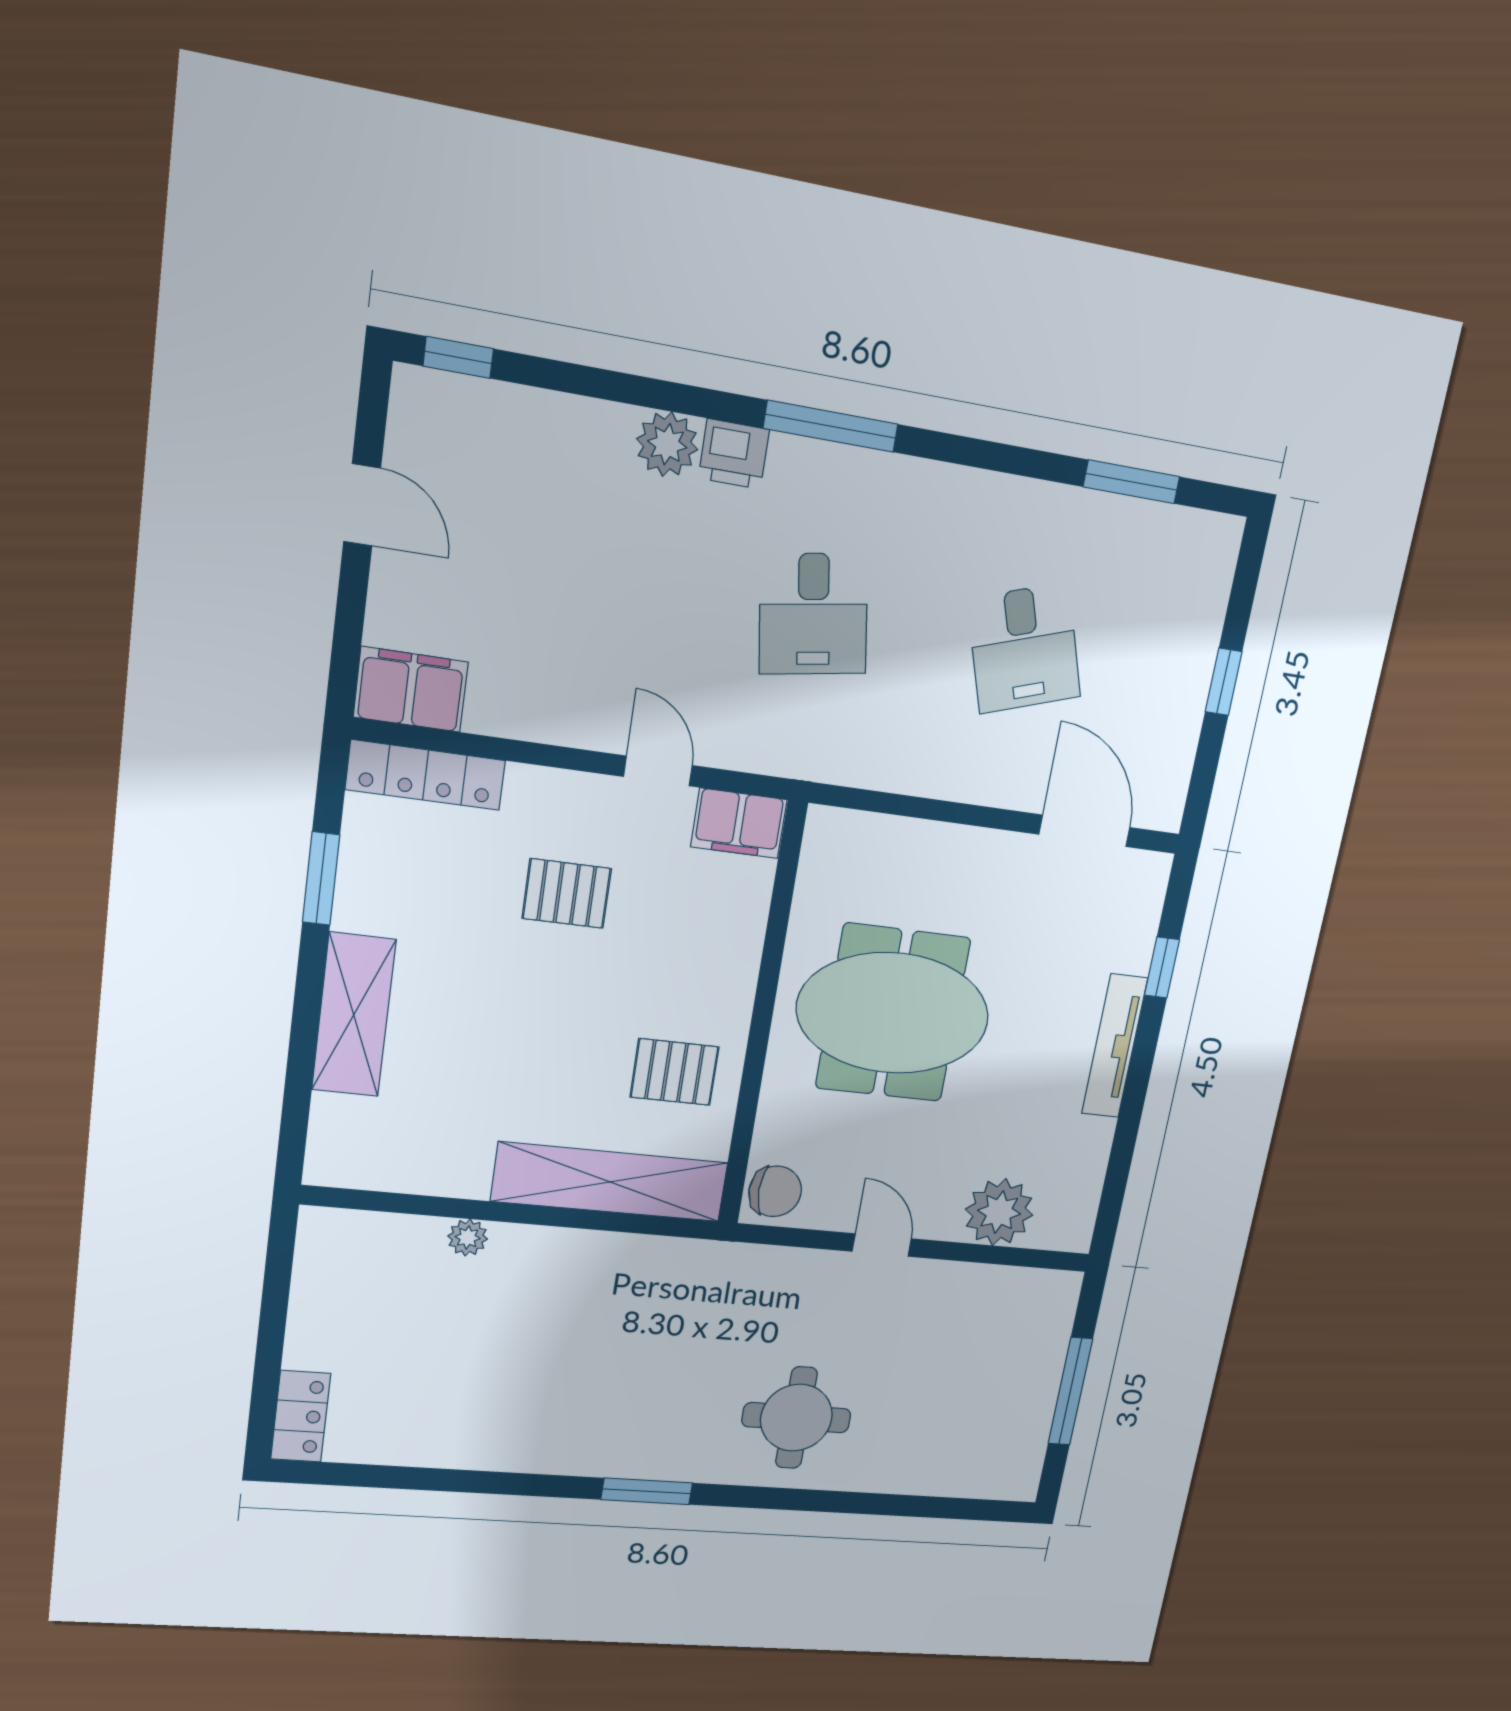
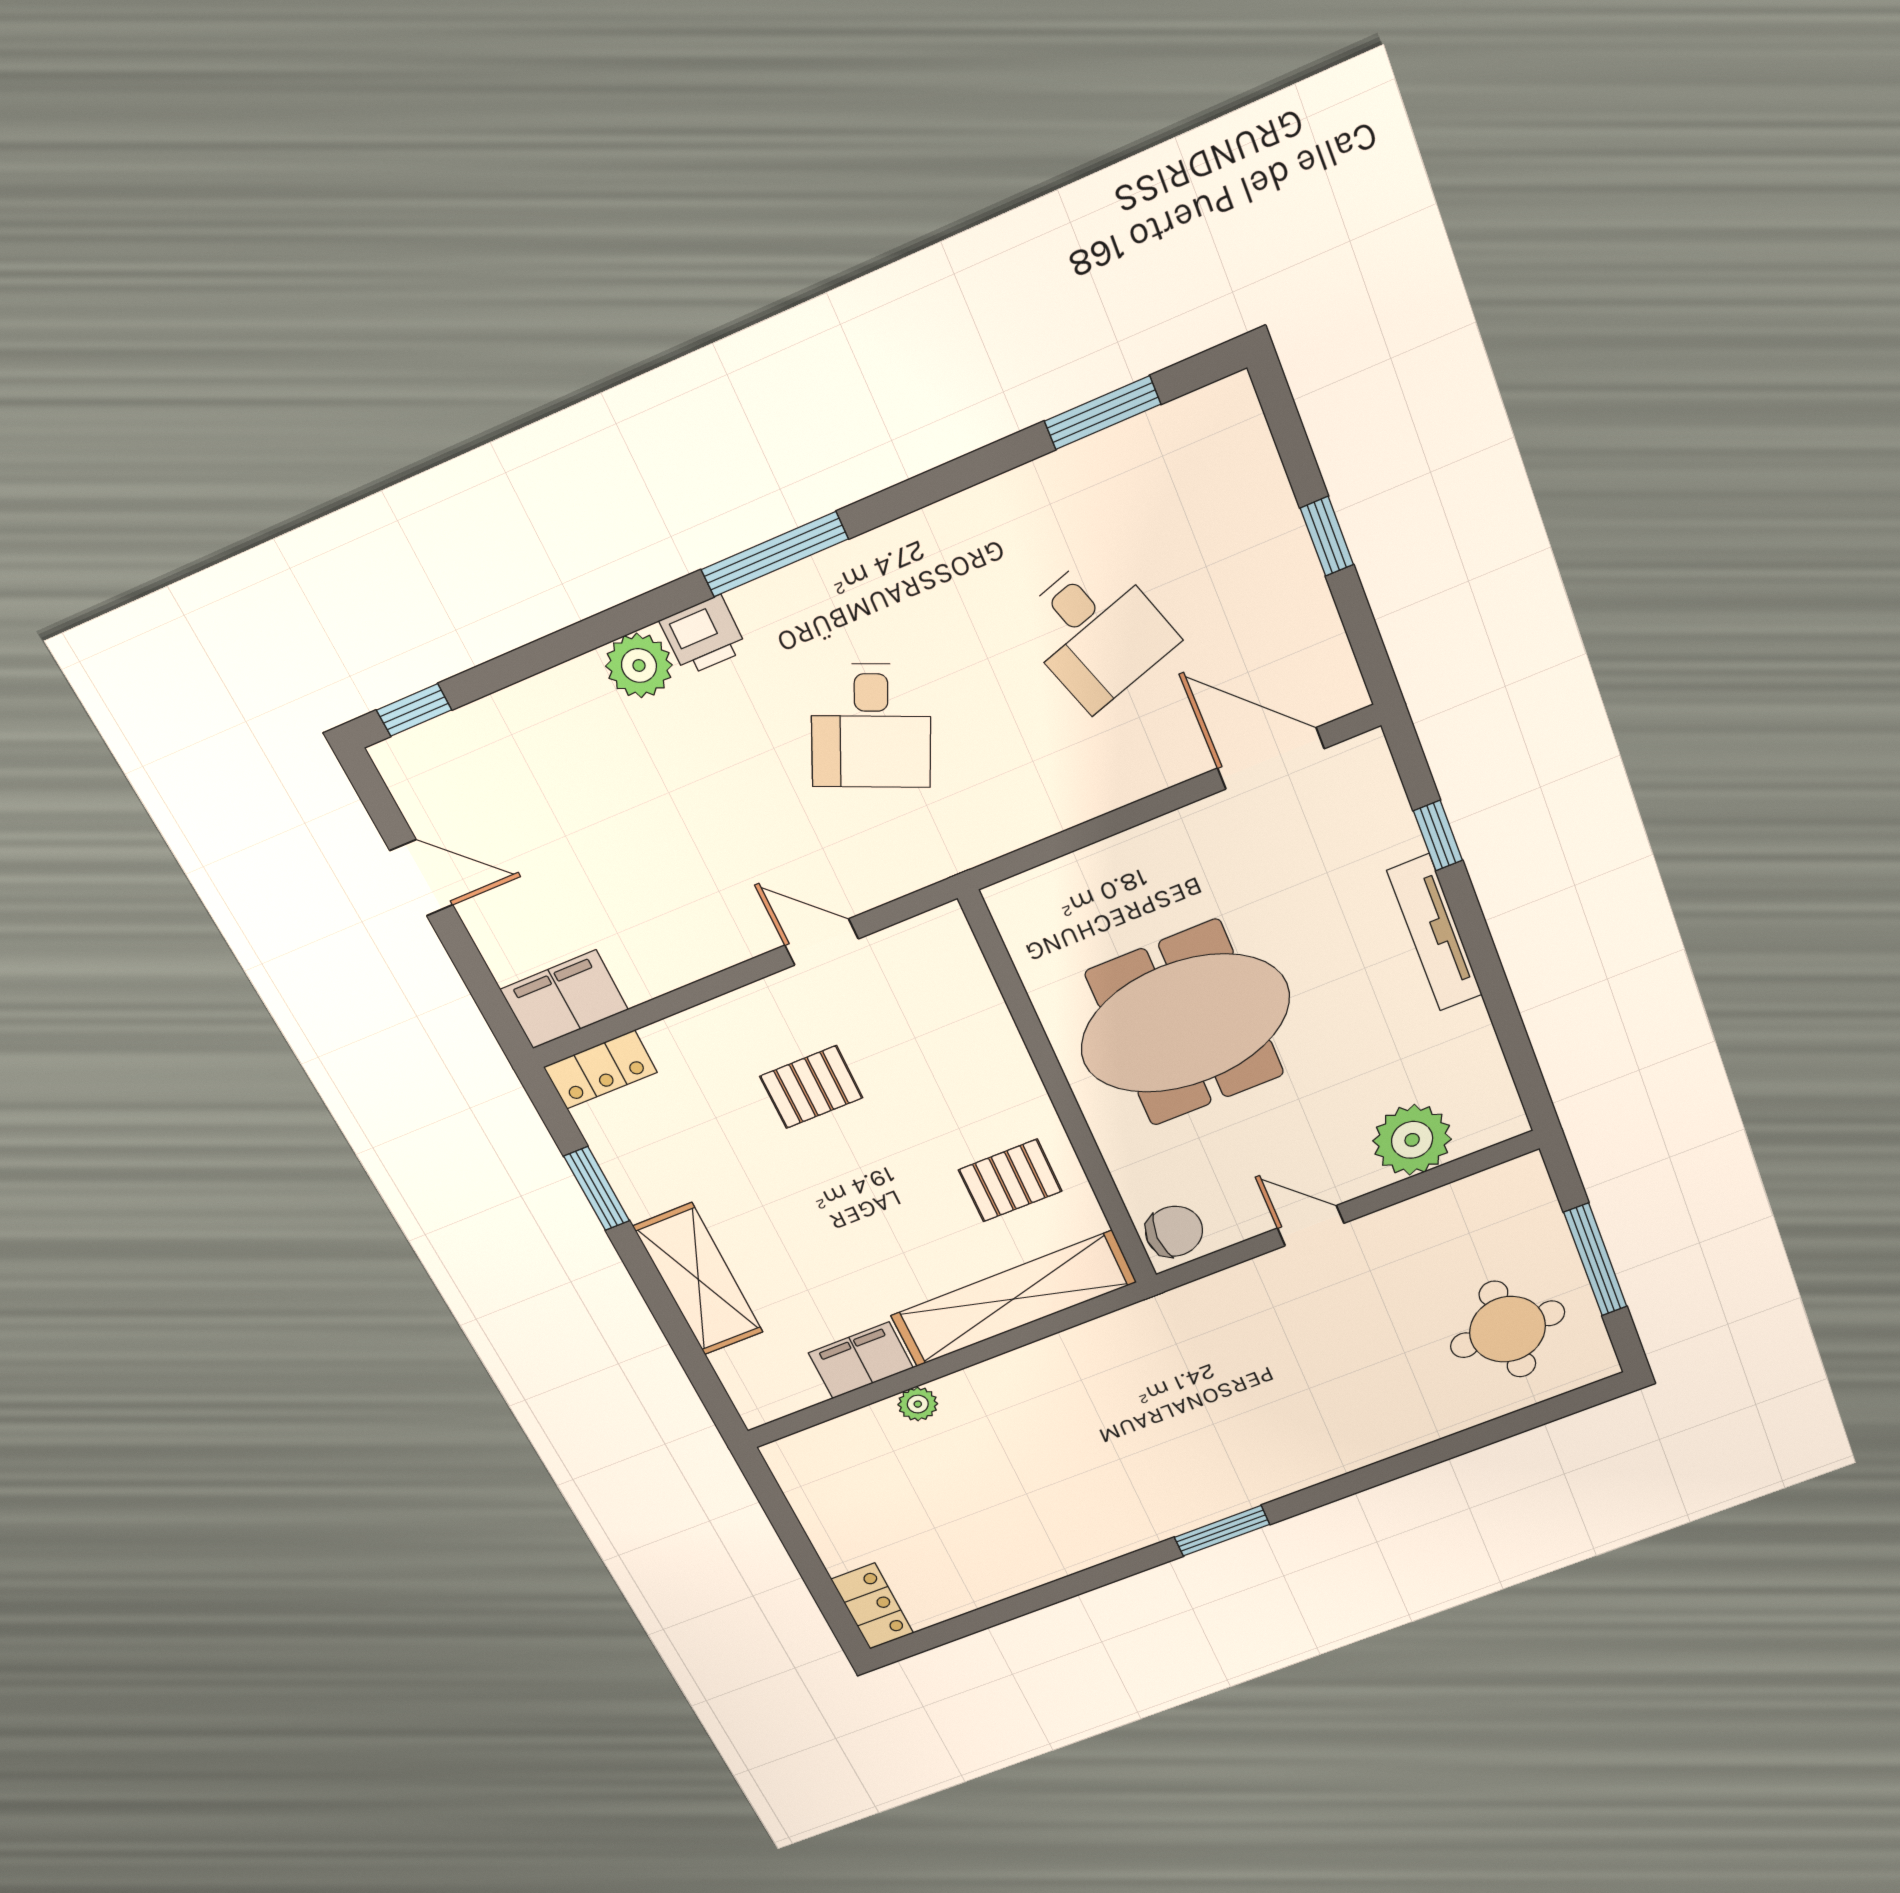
desk: (813, 614) -> (871, 726), turned 33
locker: (426, 775) -> (600, 1070), width x0.66
filing cabinet: (739, 823) -> (861, 1360), moved, turned 180
round table: (796, 1418) -> (1508, 1329), moved

